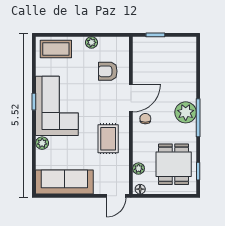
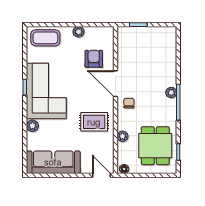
armchair: (108, 71) -> (94, 59), turned 90
door: (131, 98) -> (115, 84), swing flipped
plant: (186, 112) -> (171, 93), width x0.53, depth x0.53
rug: (108, 139) -> (94, 122), turned 90
plant: (139, 169) -> (123, 136), moved
door: (116, 196) -> (102, 175), swing flipped

